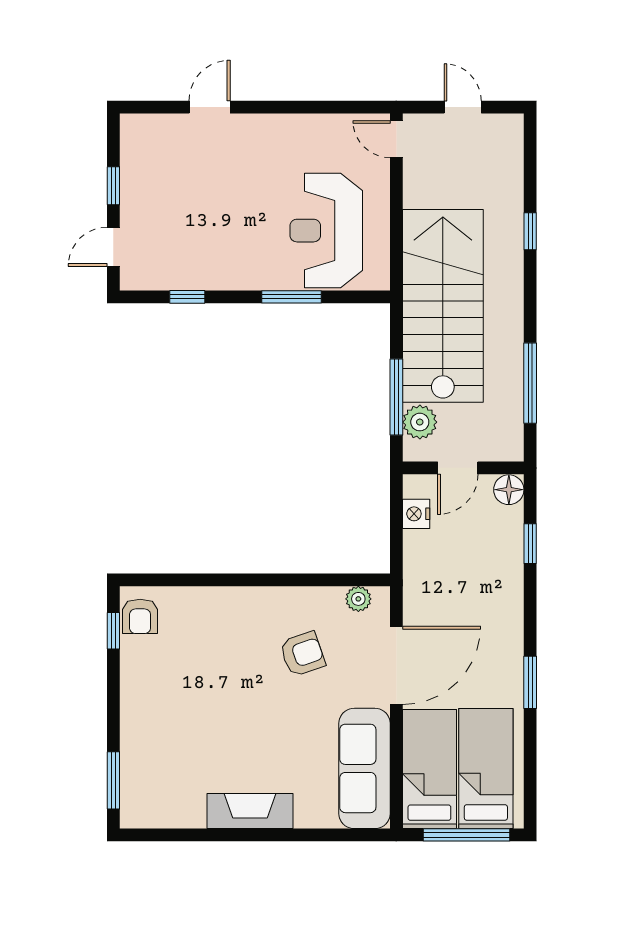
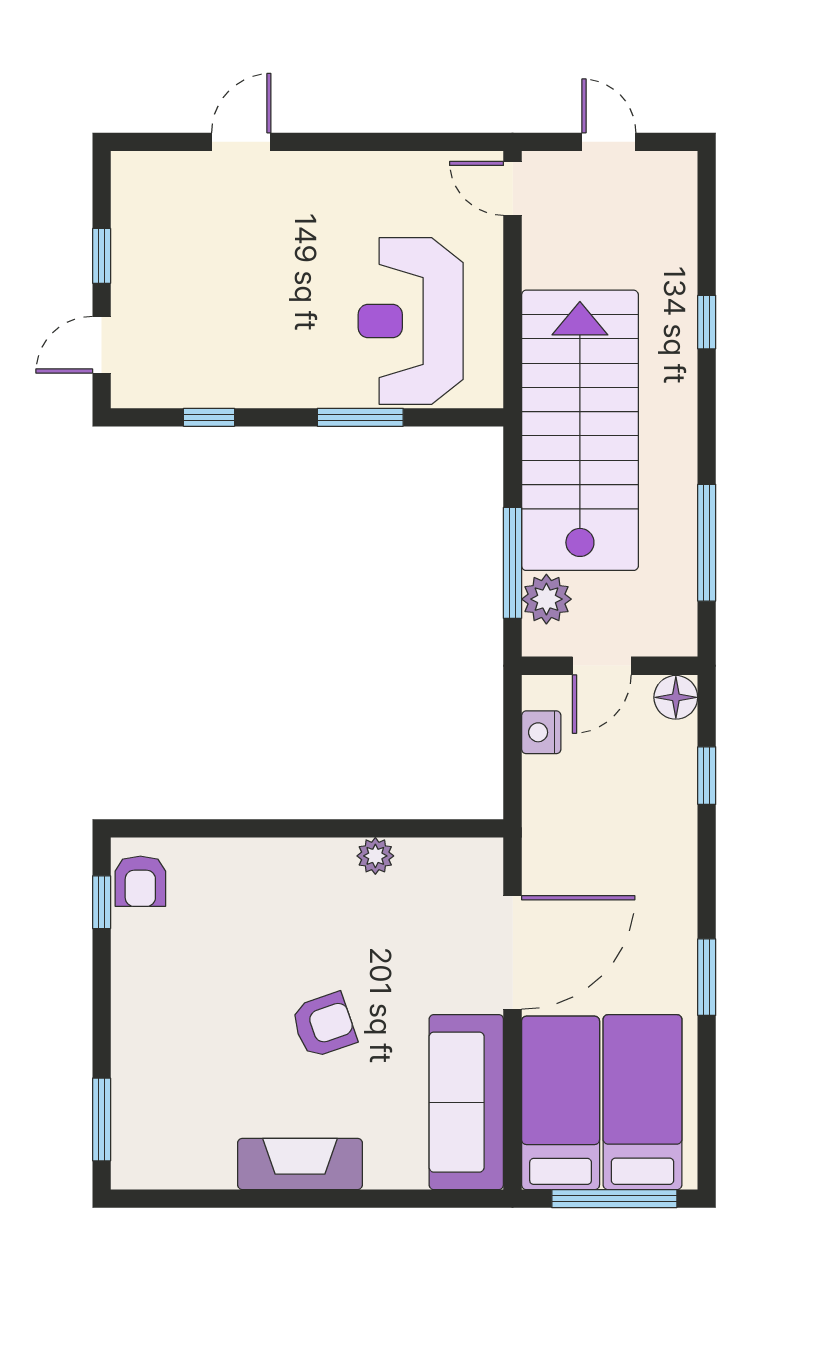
plant: (358, 599) -> (375, 856), moved
armchair: (302, 654) -> (324, 1025), moved

